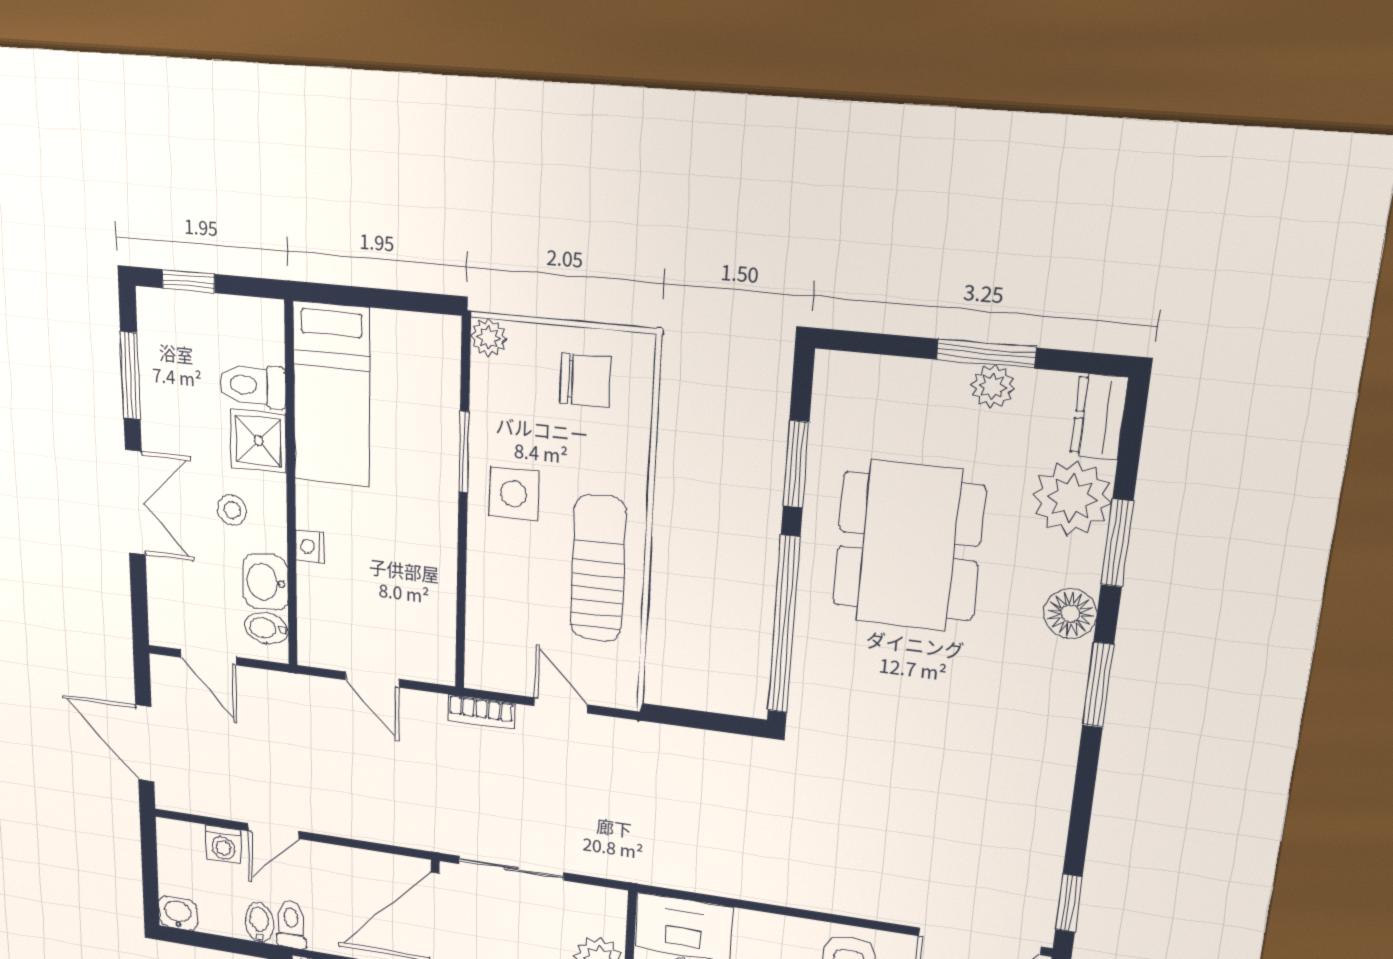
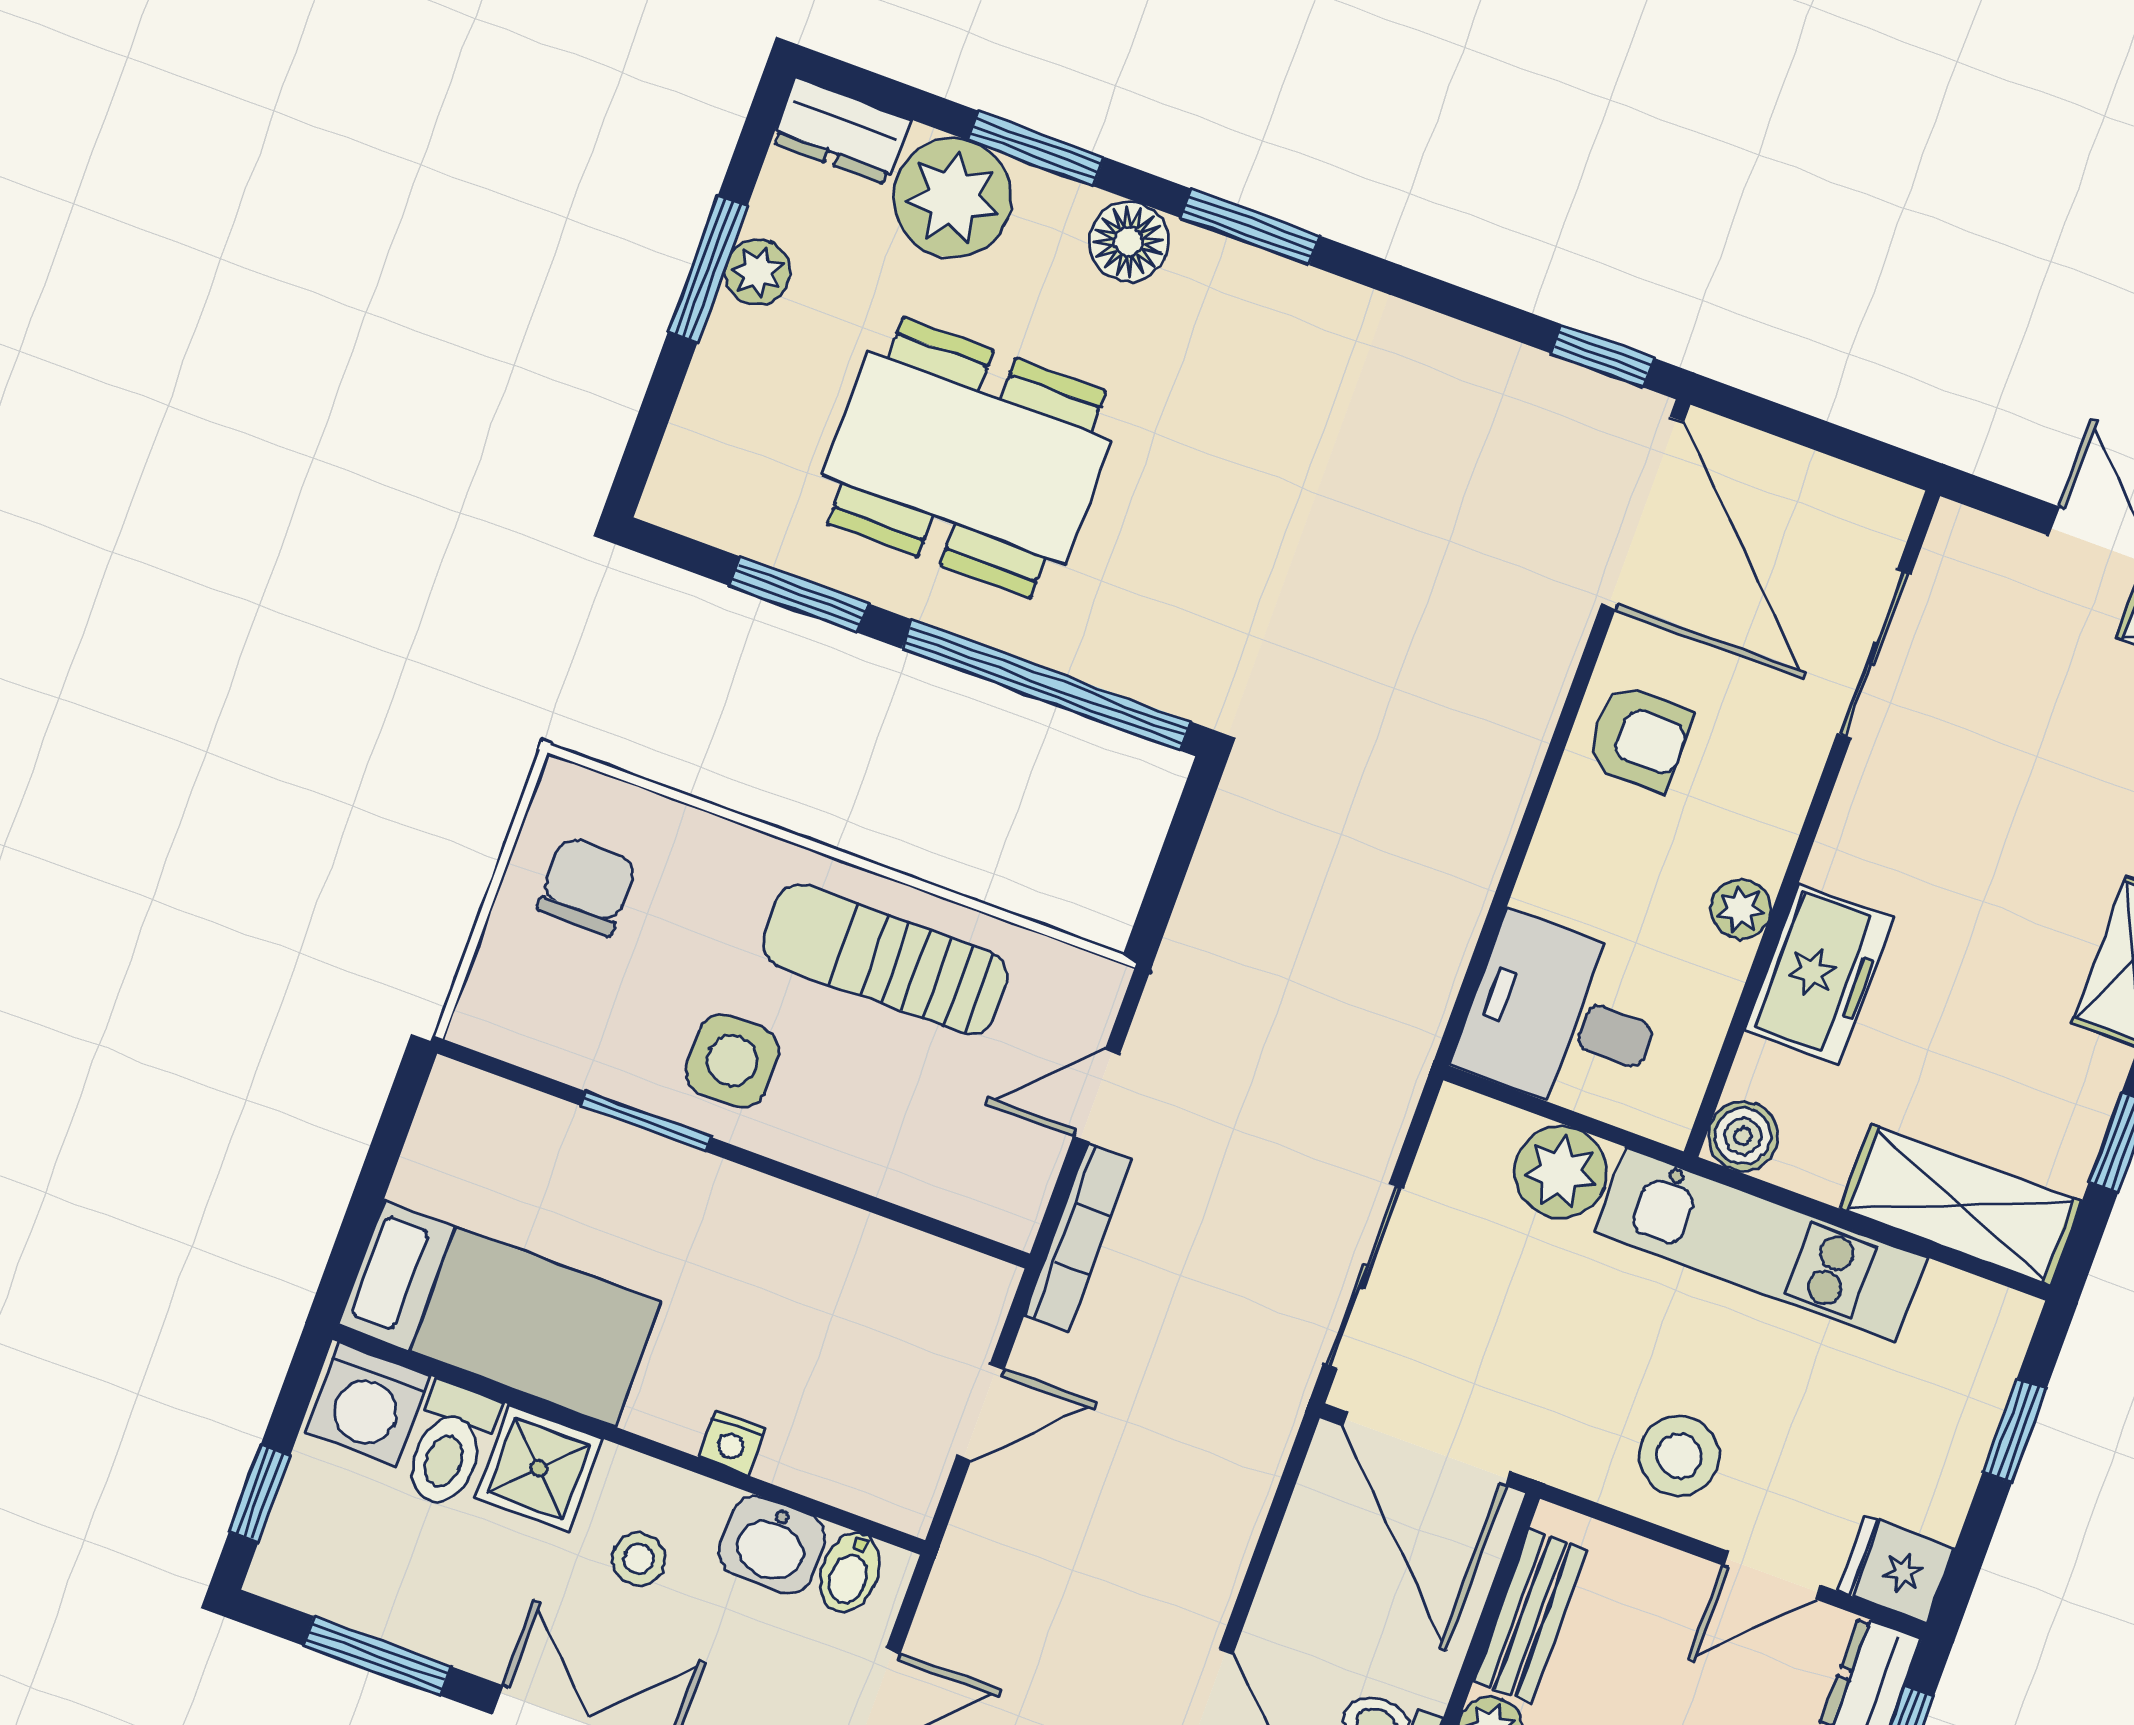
washing machine: (257, 331) -> (368, 1404), added
plant: (489, 338) -> (482, 1021), removed
bookcase: (481, 712) -> (1078, 1237), width x1.56

